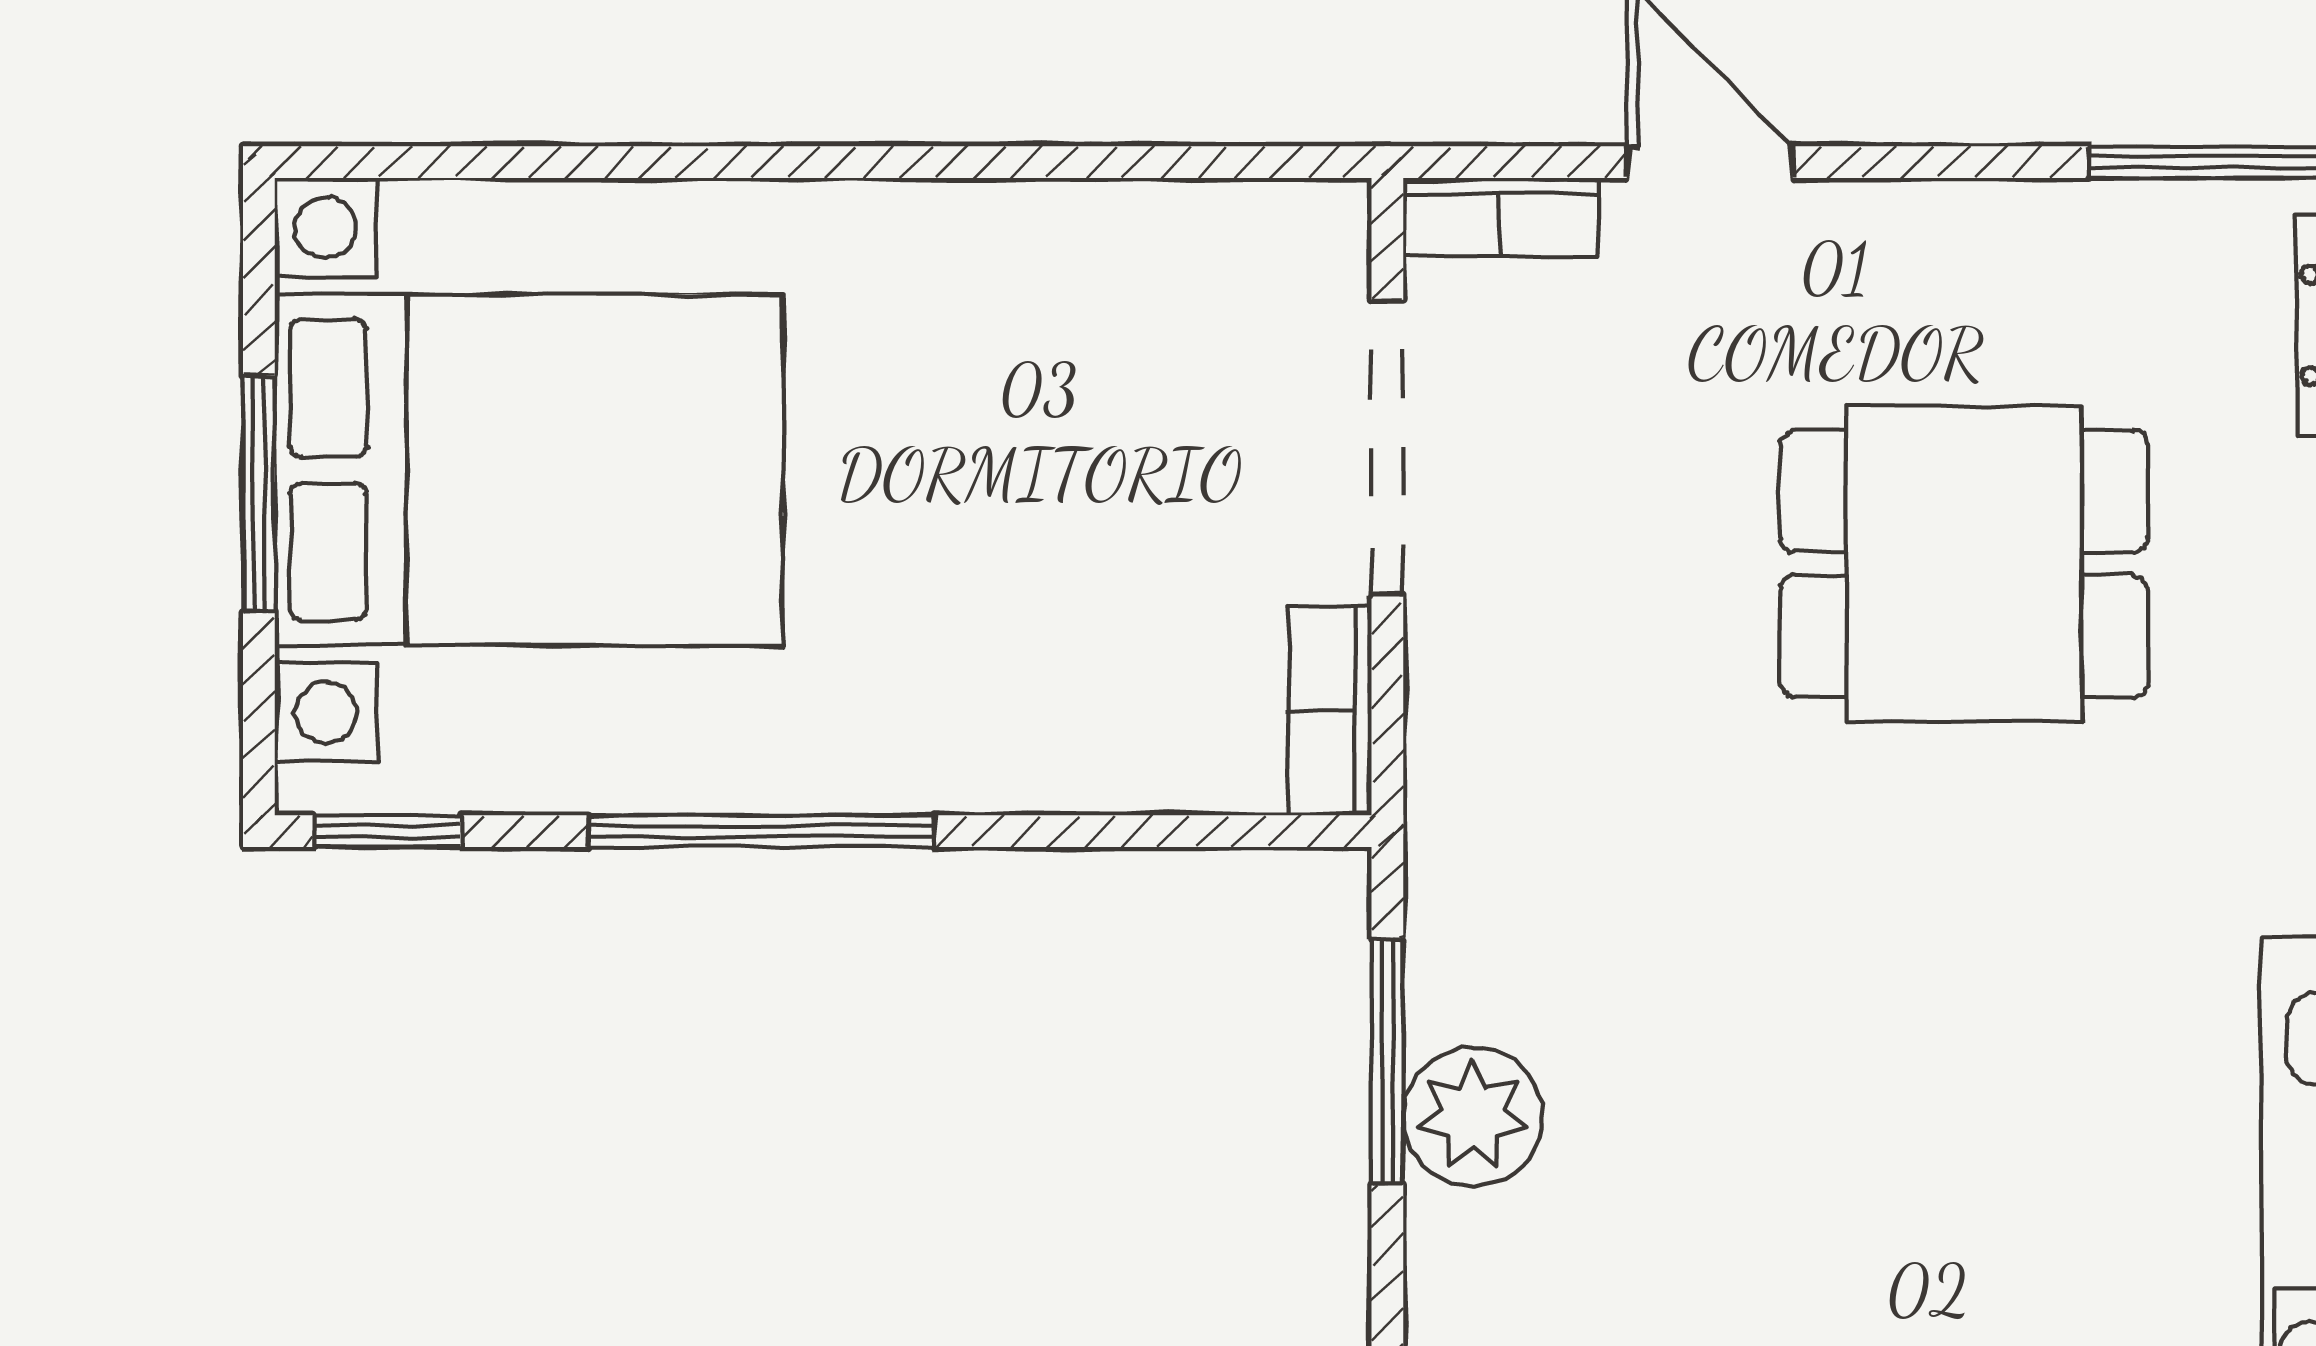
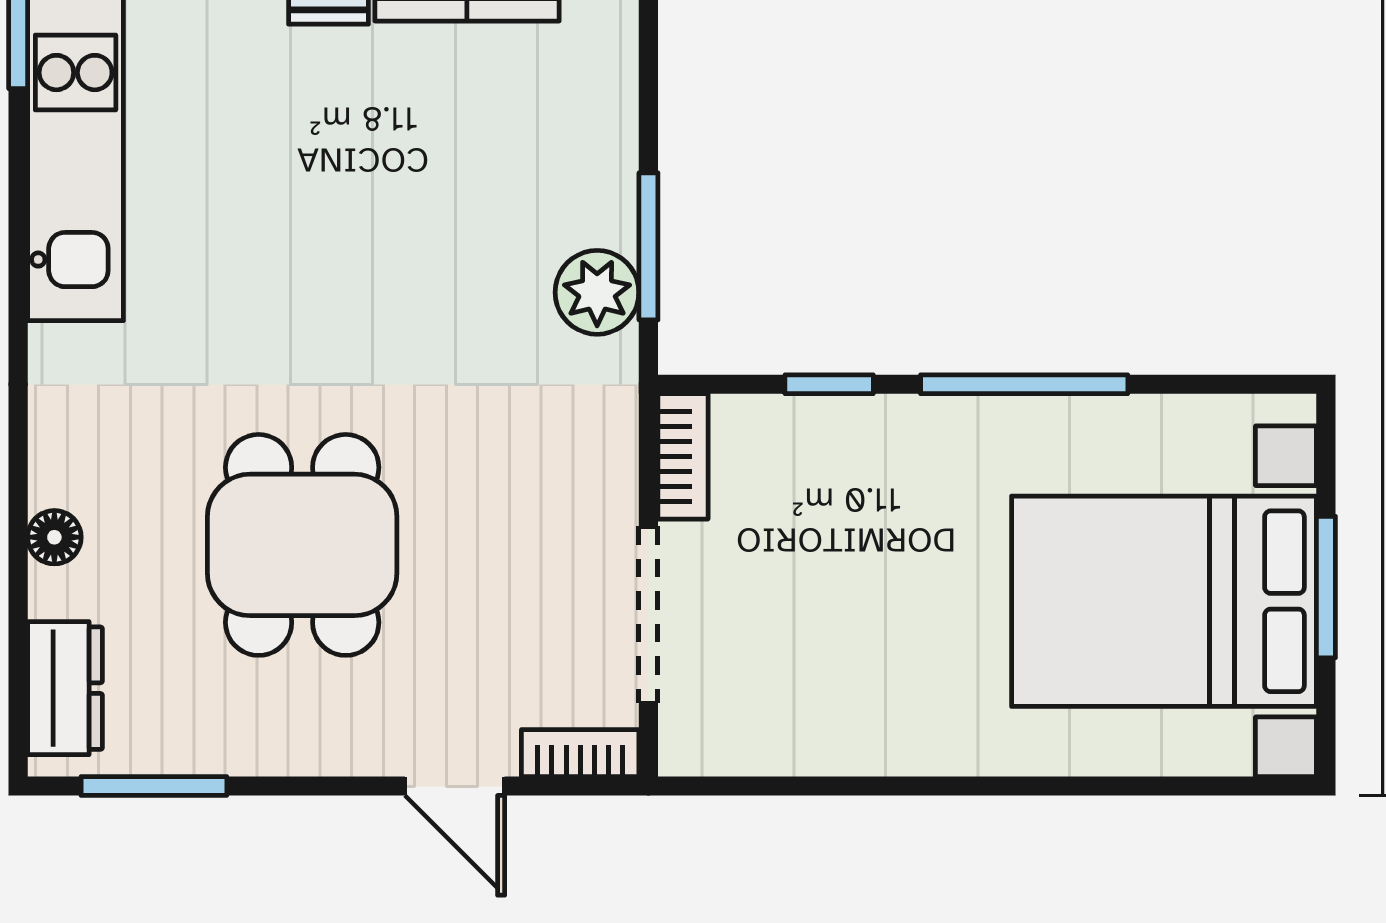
dining table: (1964, 564) -> (302, 545), turned 90
window: (388, 831) -> (829, 384), moved
plant: (1473, 1117) -> (597, 292), moved

